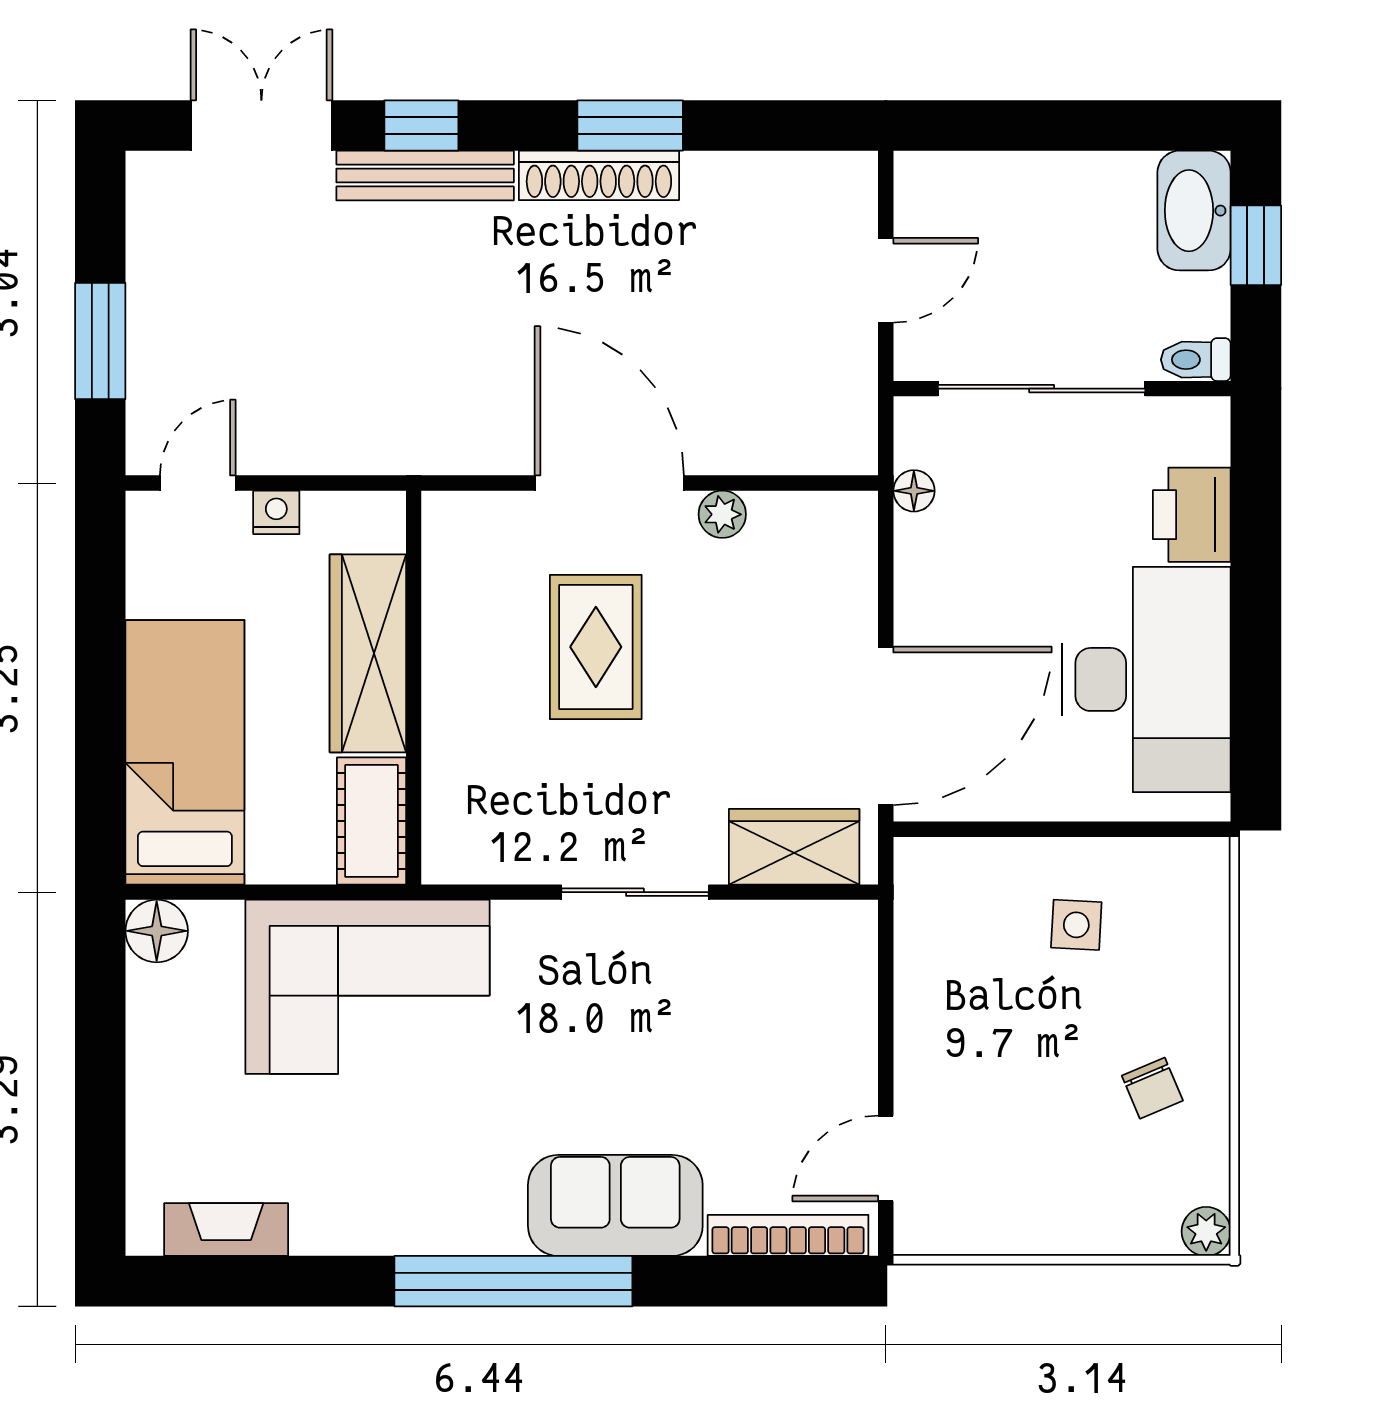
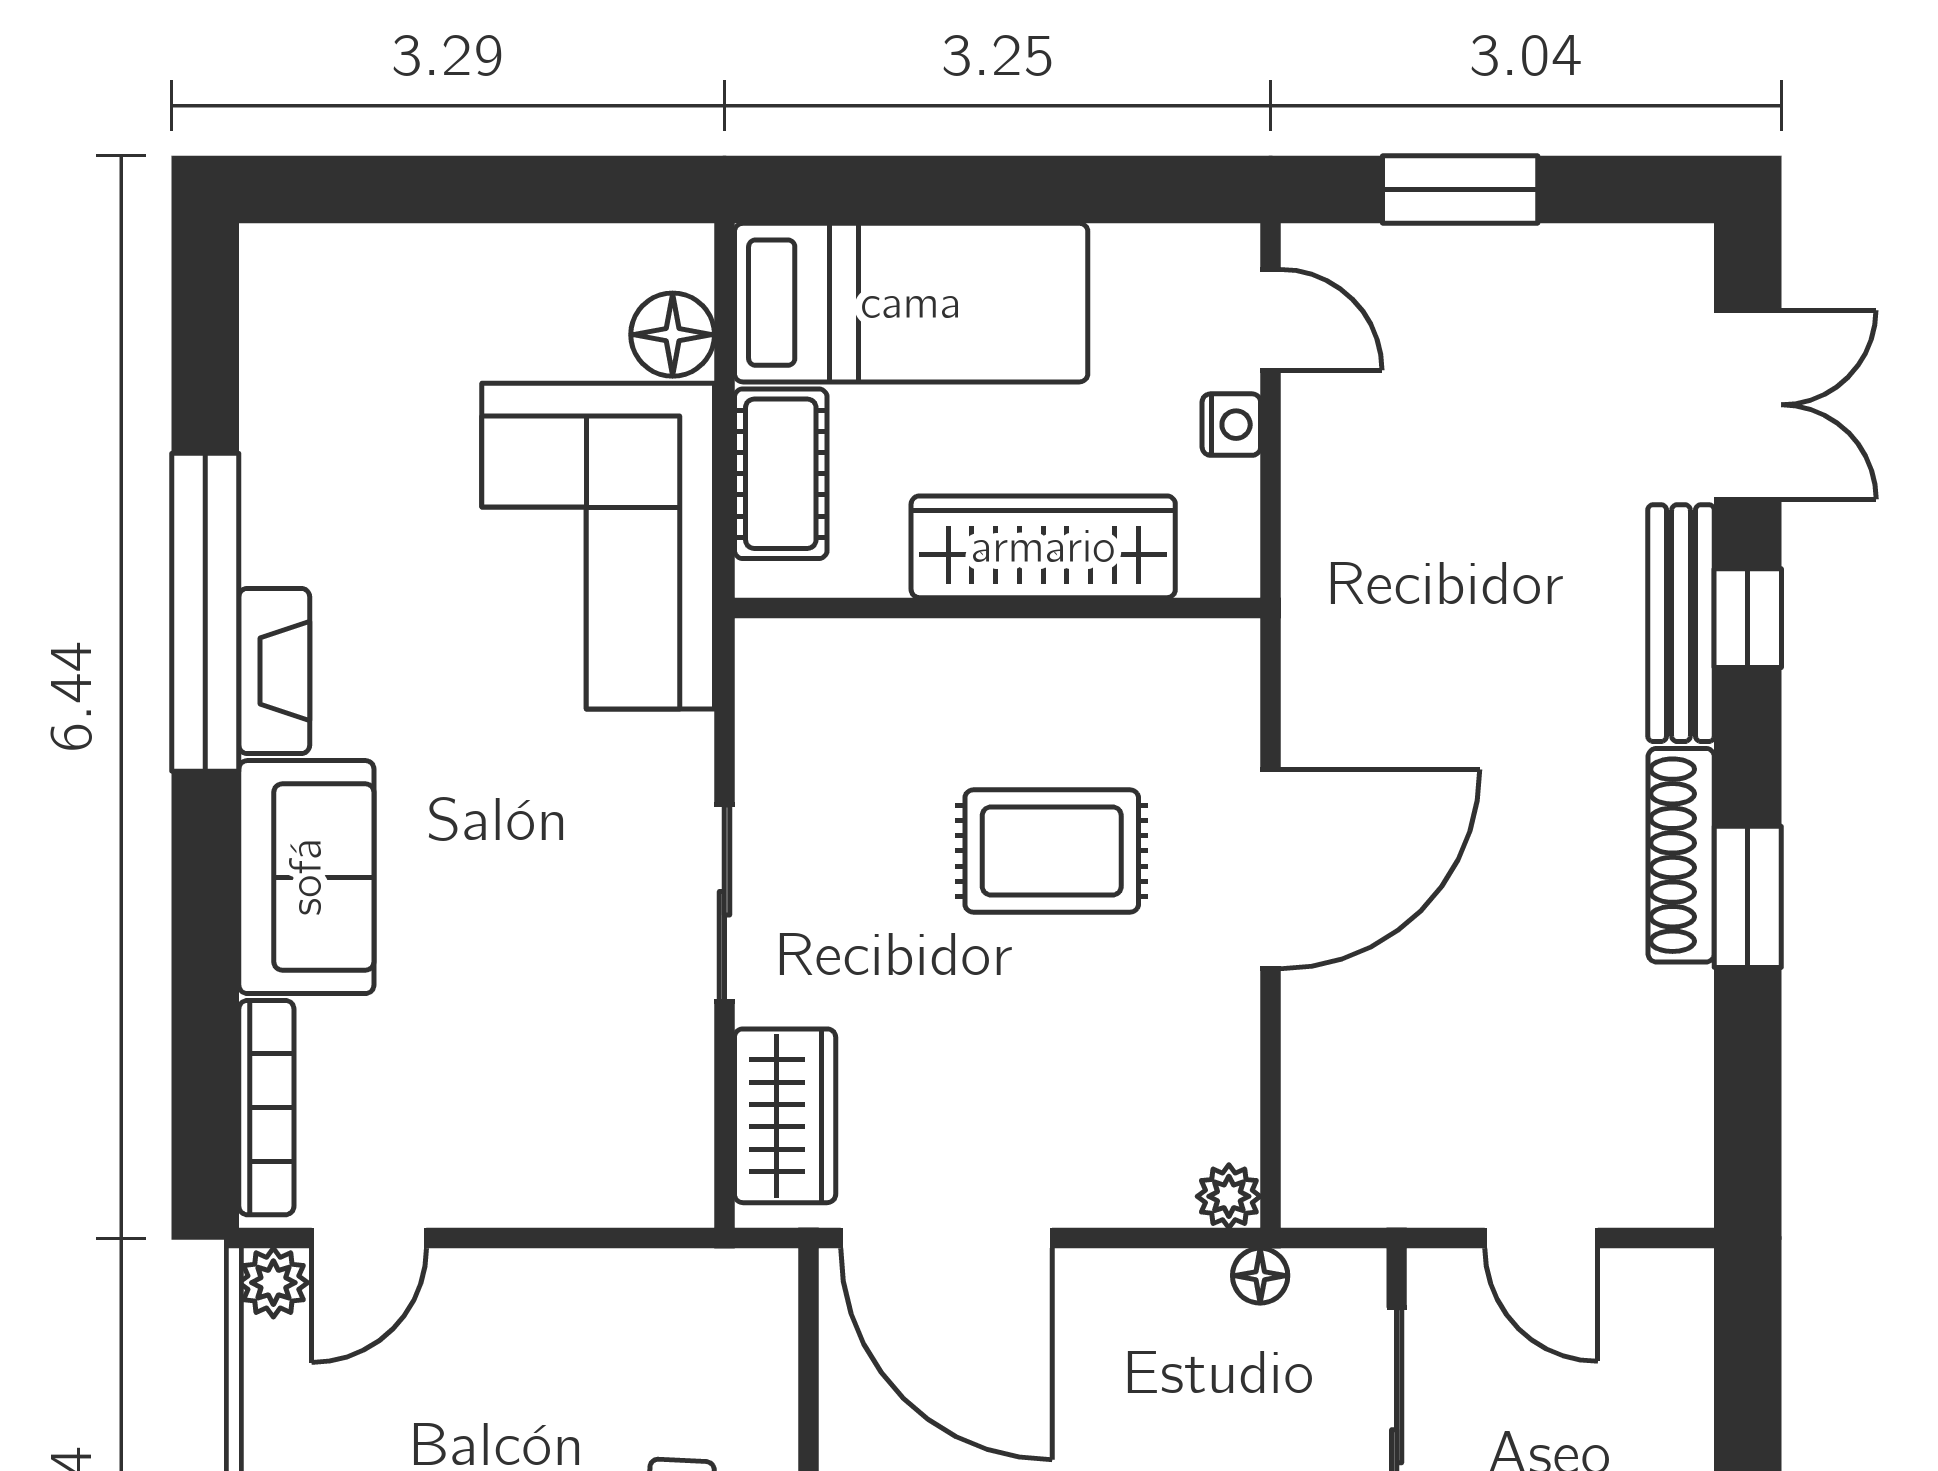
plant: (722, 514) -> (1229, 1196), moved
cot: (372, 821) -> (781, 474), moved, turned 90
floor lamp: (157, 931) -> (673, 335), moved
door: (886, 1158) -> (369, 1238), swing flipped
fireplace: (226, 1230) -> (274, 671), moved
plant: (919, 1230) -> (273, 1283), added
window: (513, 1281) -> (205, 612), moved

